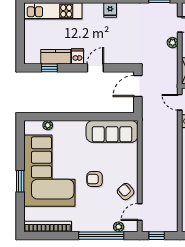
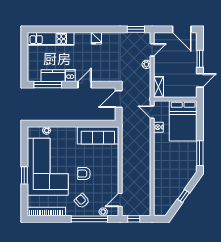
window: (49, 68) -> (48, 85), width x2.17
armchair: (126, 192) -> (82, 201), moved

